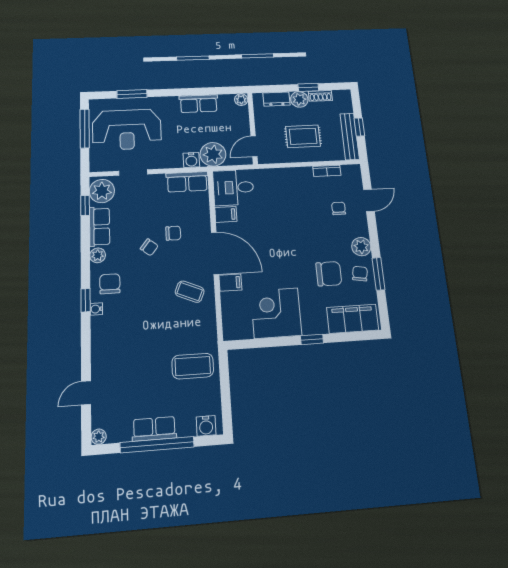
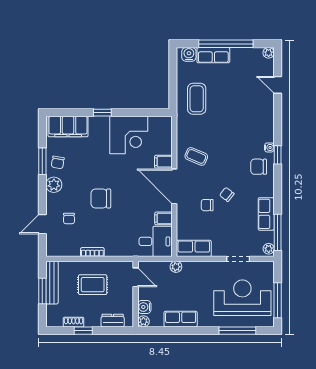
window: (132, 94) -> (237, 331), width x1.44
plant: (299, 99) -> (92, 319), removed
window: (359, 127) -> (42, 291), width x1.50
door: (254, 146) -> (136, 277), hinge flipped
plant: (213, 154) -> (176, 267), width x0.53, depth x0.53
water cooler: (191, 160) -> (144, 307), moved, turned -90
bookcase: (327, 171) -> (92, 252), moved
plant: (102, 191) -> (269, 249), width x0.53, depth x0.53
window: (85, 205) -> (278, 232), width x2.17
plant: (98, 255) -> (268, 190), removed
chair: (329, 274) -> (101, 198), moved
chair: (110, 284) -> (259, 167), turned 90
coffee table: (193, 366) -> (197, 99), turned 90
door: (86, 393) -> (278, 85), swing flipped
row of seats: (154, 429) -> (213, 55), moved

